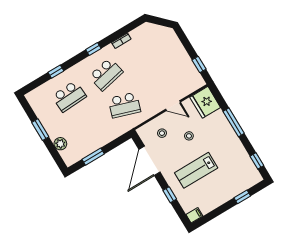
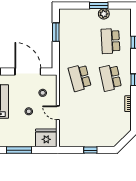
window: (199, 65) -> (90, 150), moved
school desk: (124, 105) -> (80, 78), turned -33
door: (173, 106) -> (58, 113), hinge flipped
plant: (60, 144) -> (104, 14), moved

